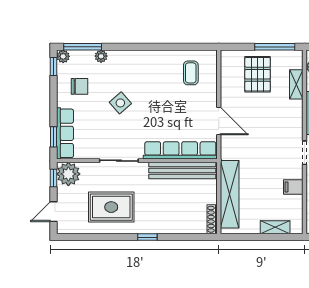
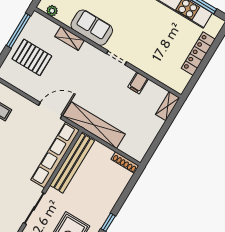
shelving: (296, 84) -> (70, 38), moved
shelving: (230, 194) -> (94, 125), moved
shelving: (275, 227) -> (168, 106), moved

